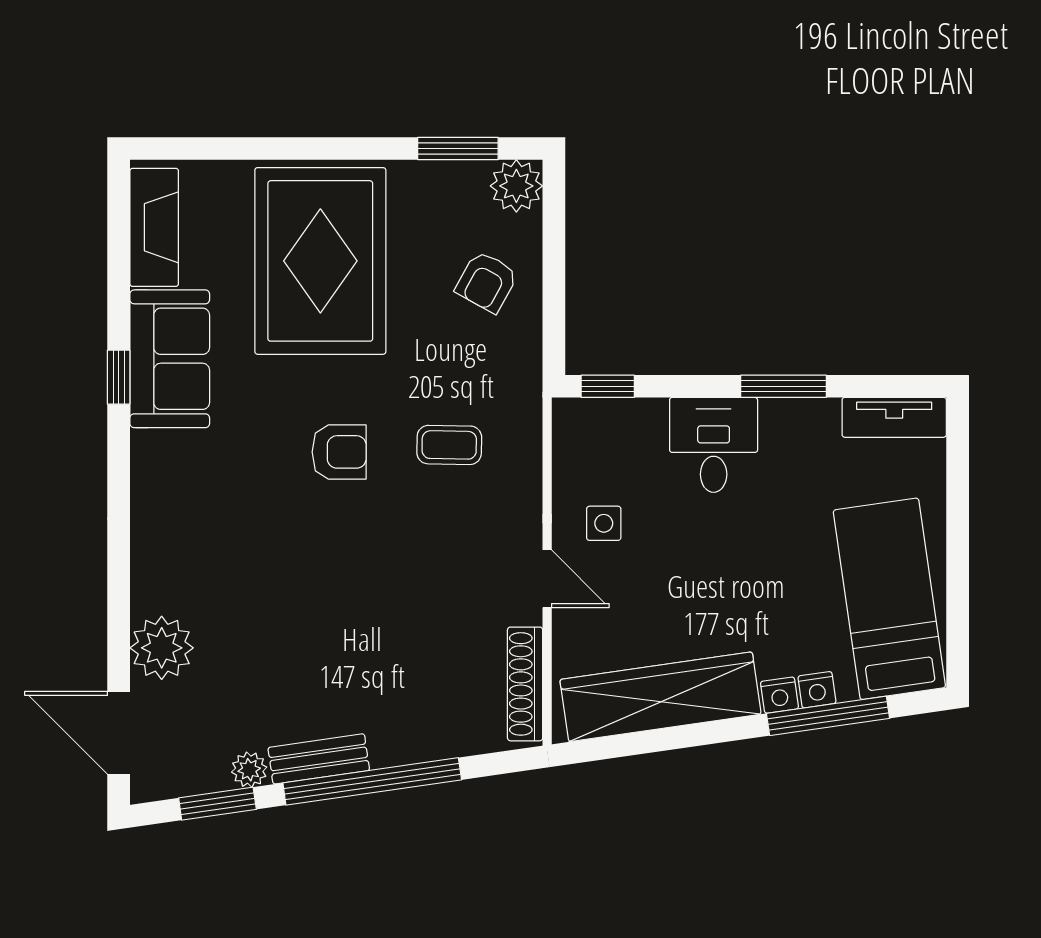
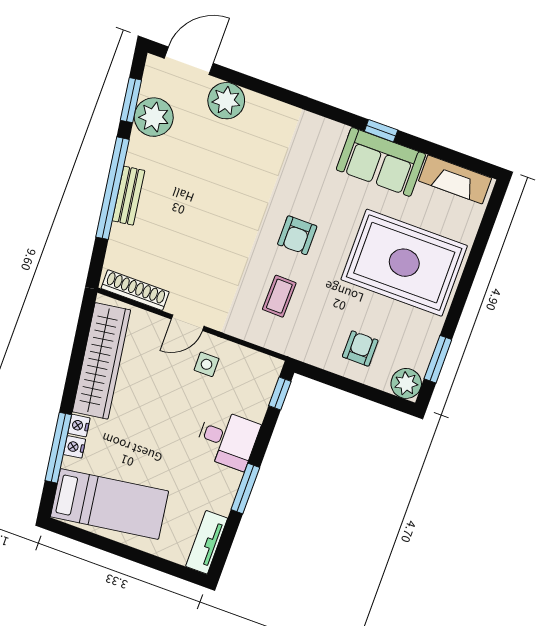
armchair: (487, 282) -> (360, 348), turned 61
bench: (319, 759) -> (128, 196), moved
plant: (249, 770) -> (154, 117), width x1.87, depth x1.87

